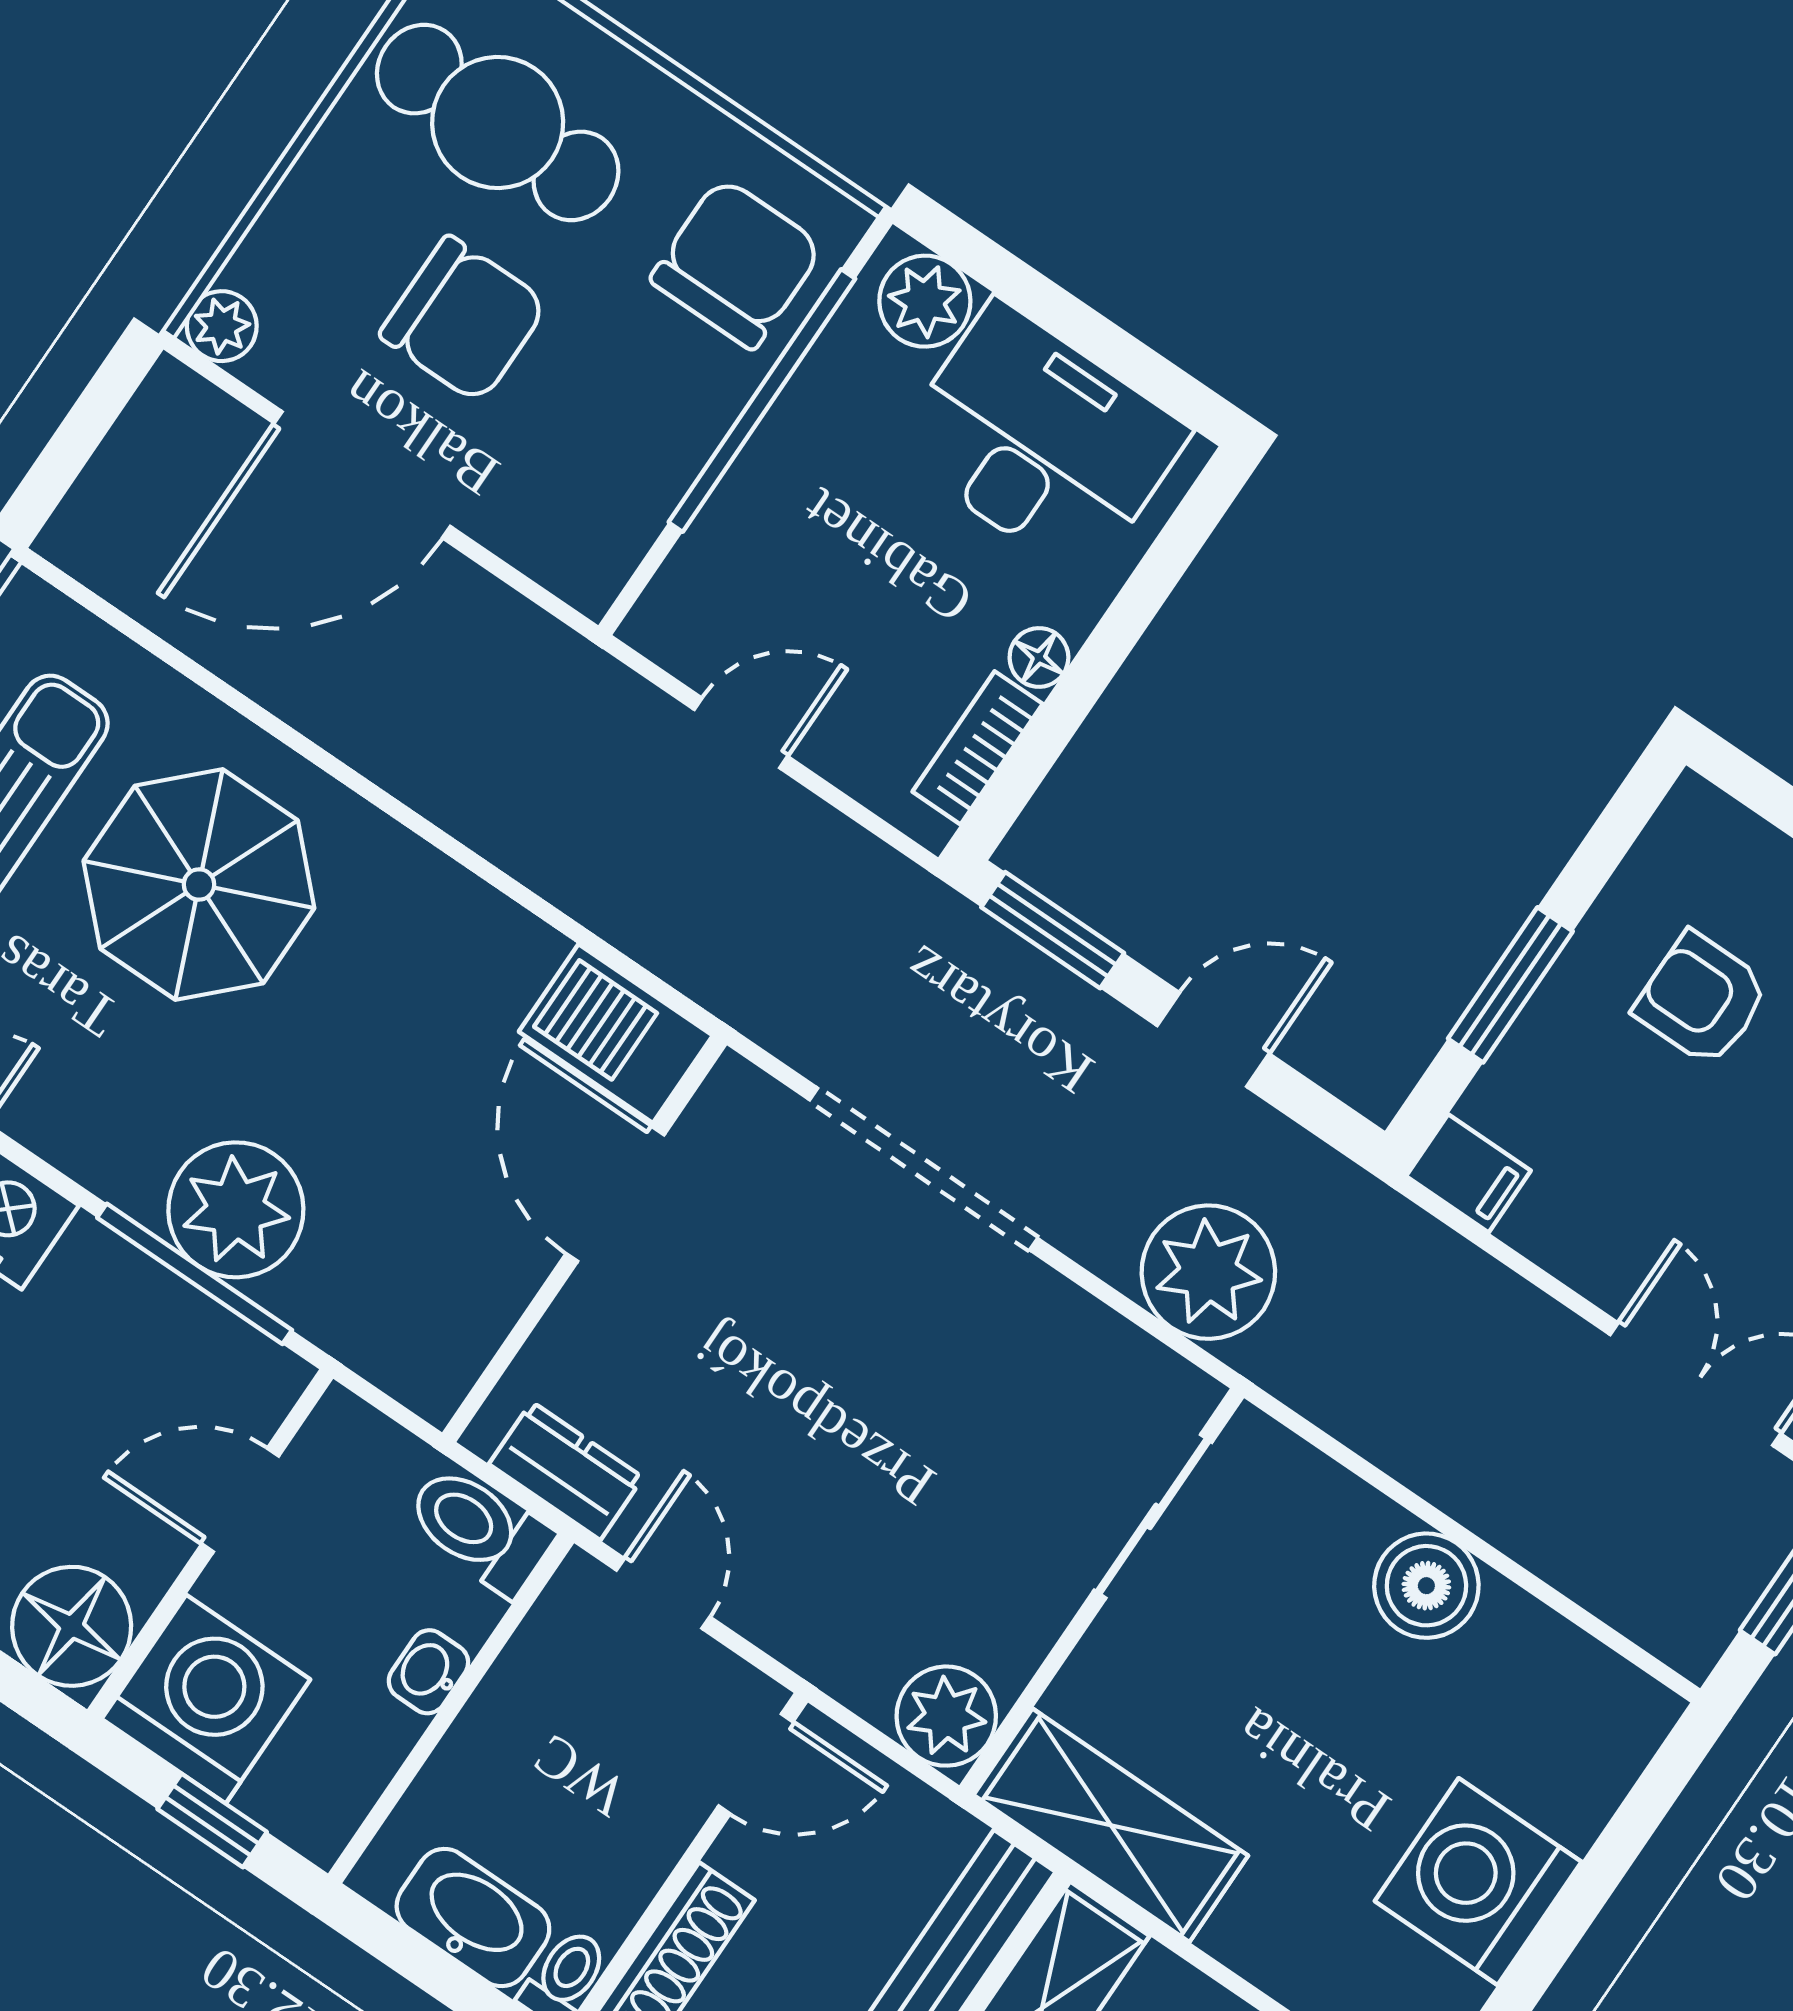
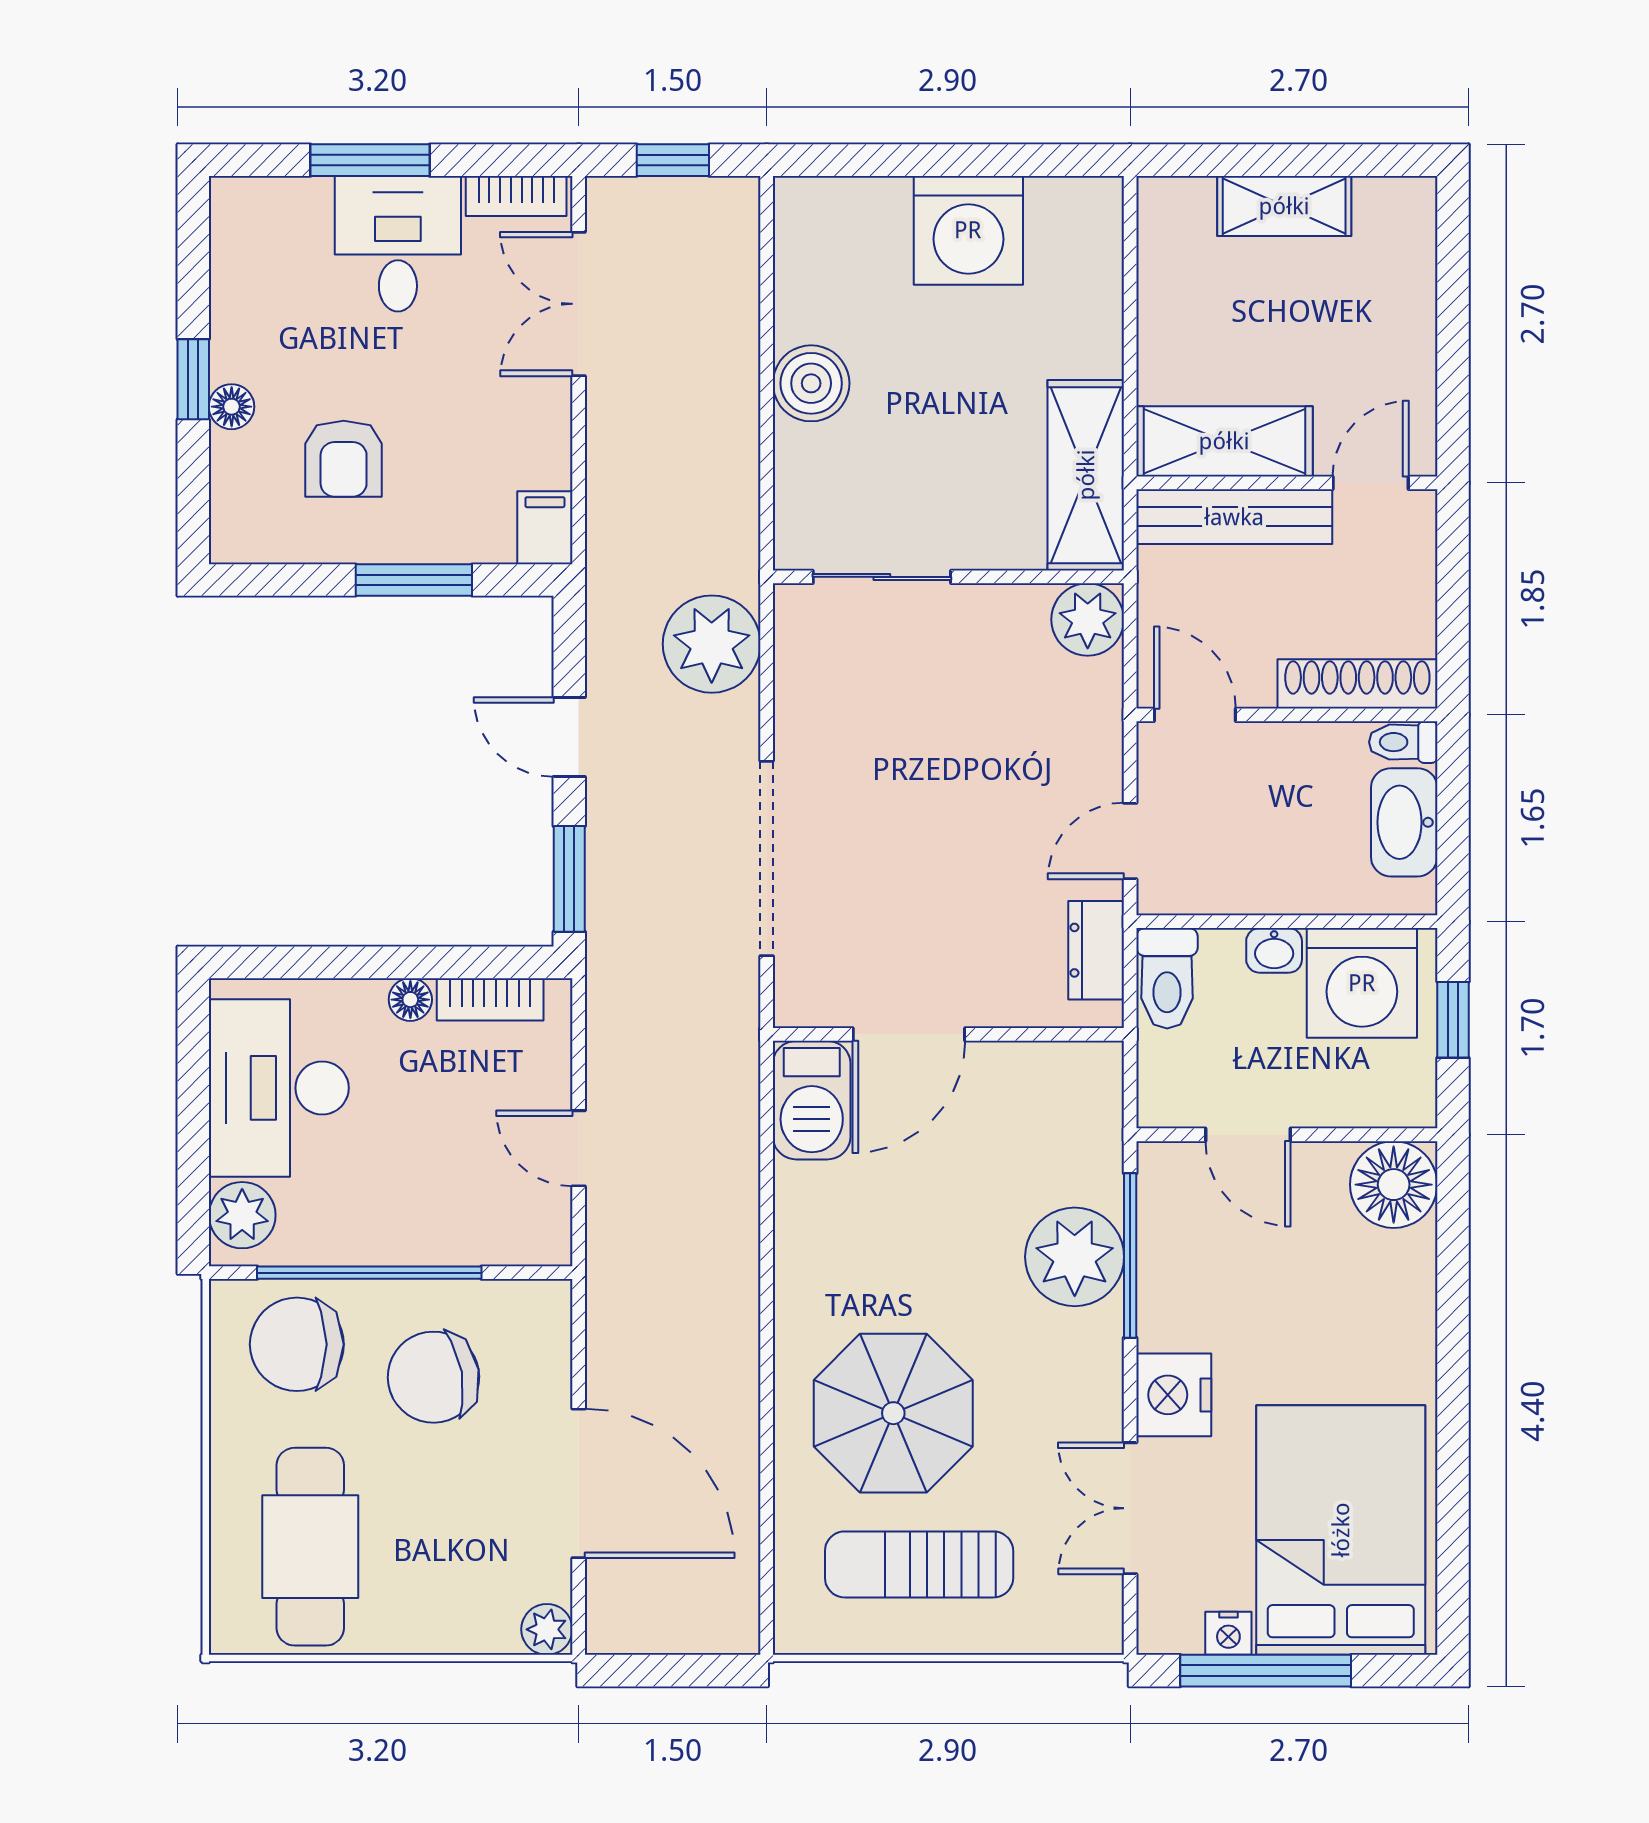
chair: (464, 319) -> (433, 1377), moved, turned -100
washing machine: (206, 1699) -> (1362, 983), moved, turned -90

